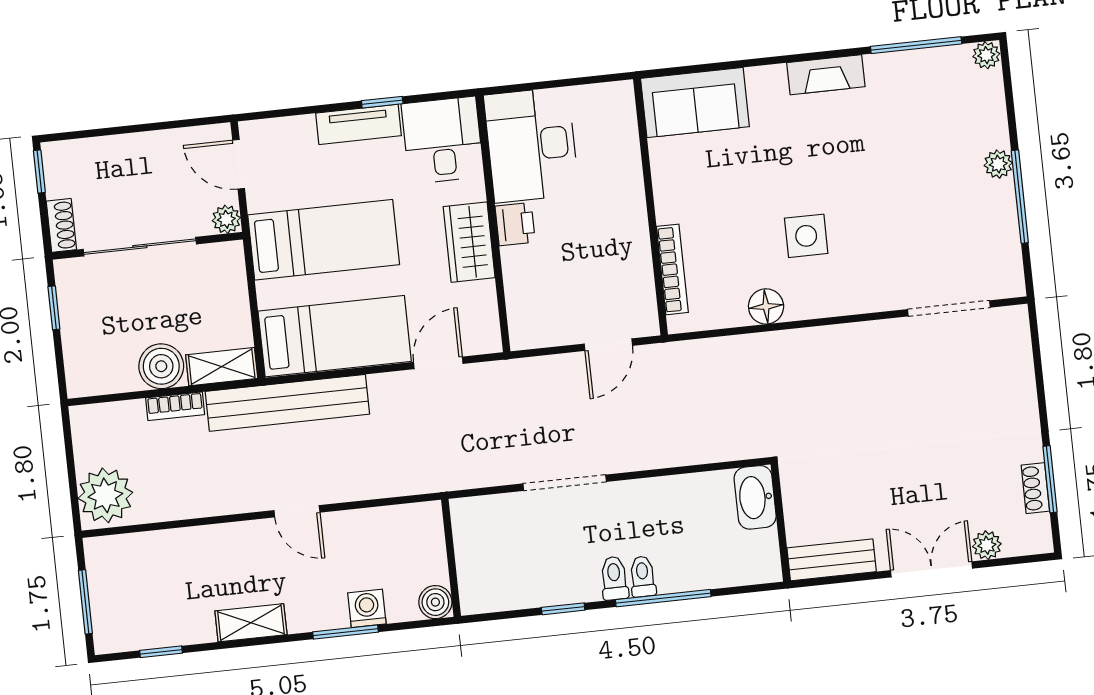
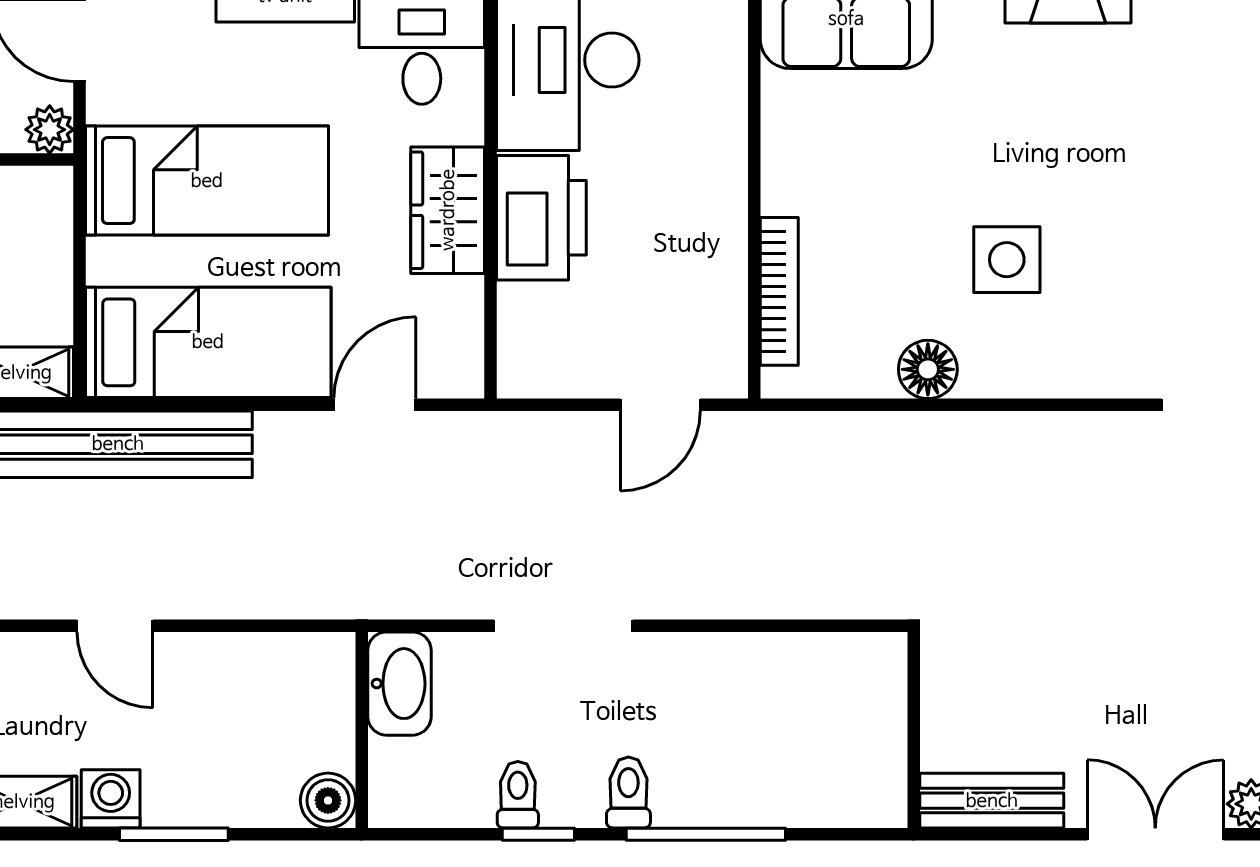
printer: (515, 224) -> (541, 218), width x1.87, depth x1.48
washbasin: (755, 497) -> (399, 684), moved, turned 180
toilet: (643, 576) -> (518, 795), moved
washing machine: (367, 608) -> (111, 799), moved

